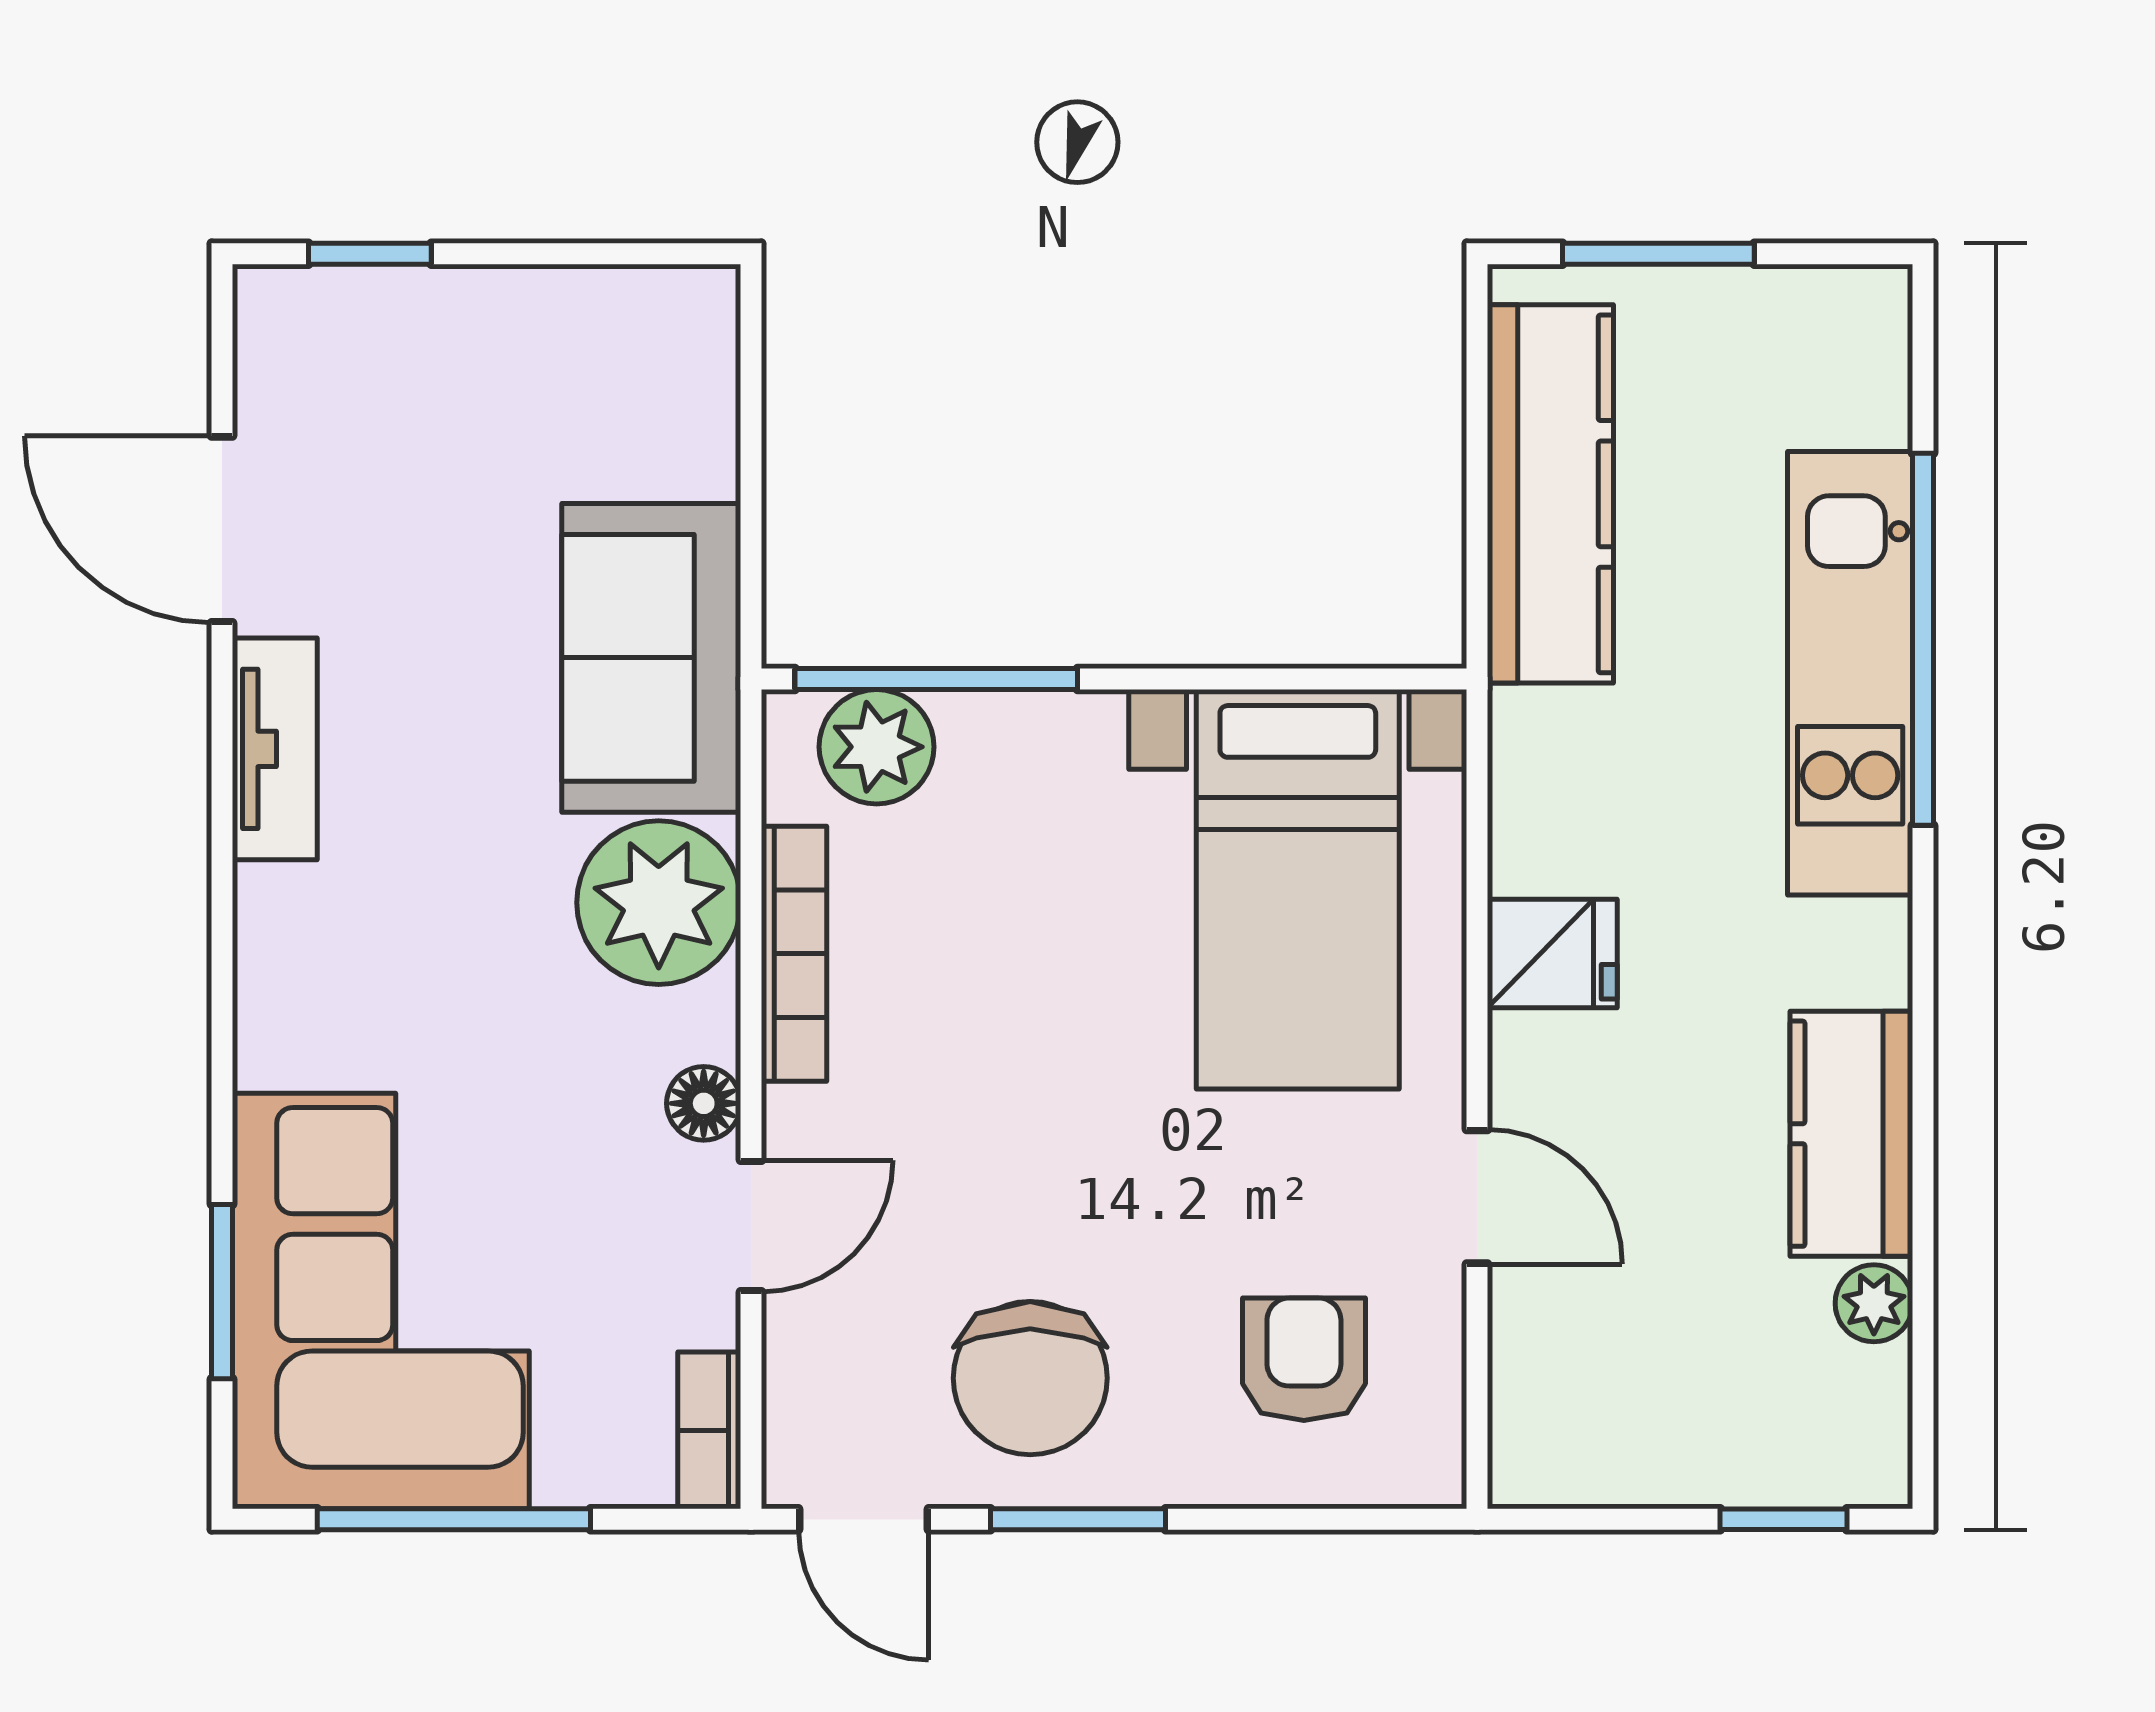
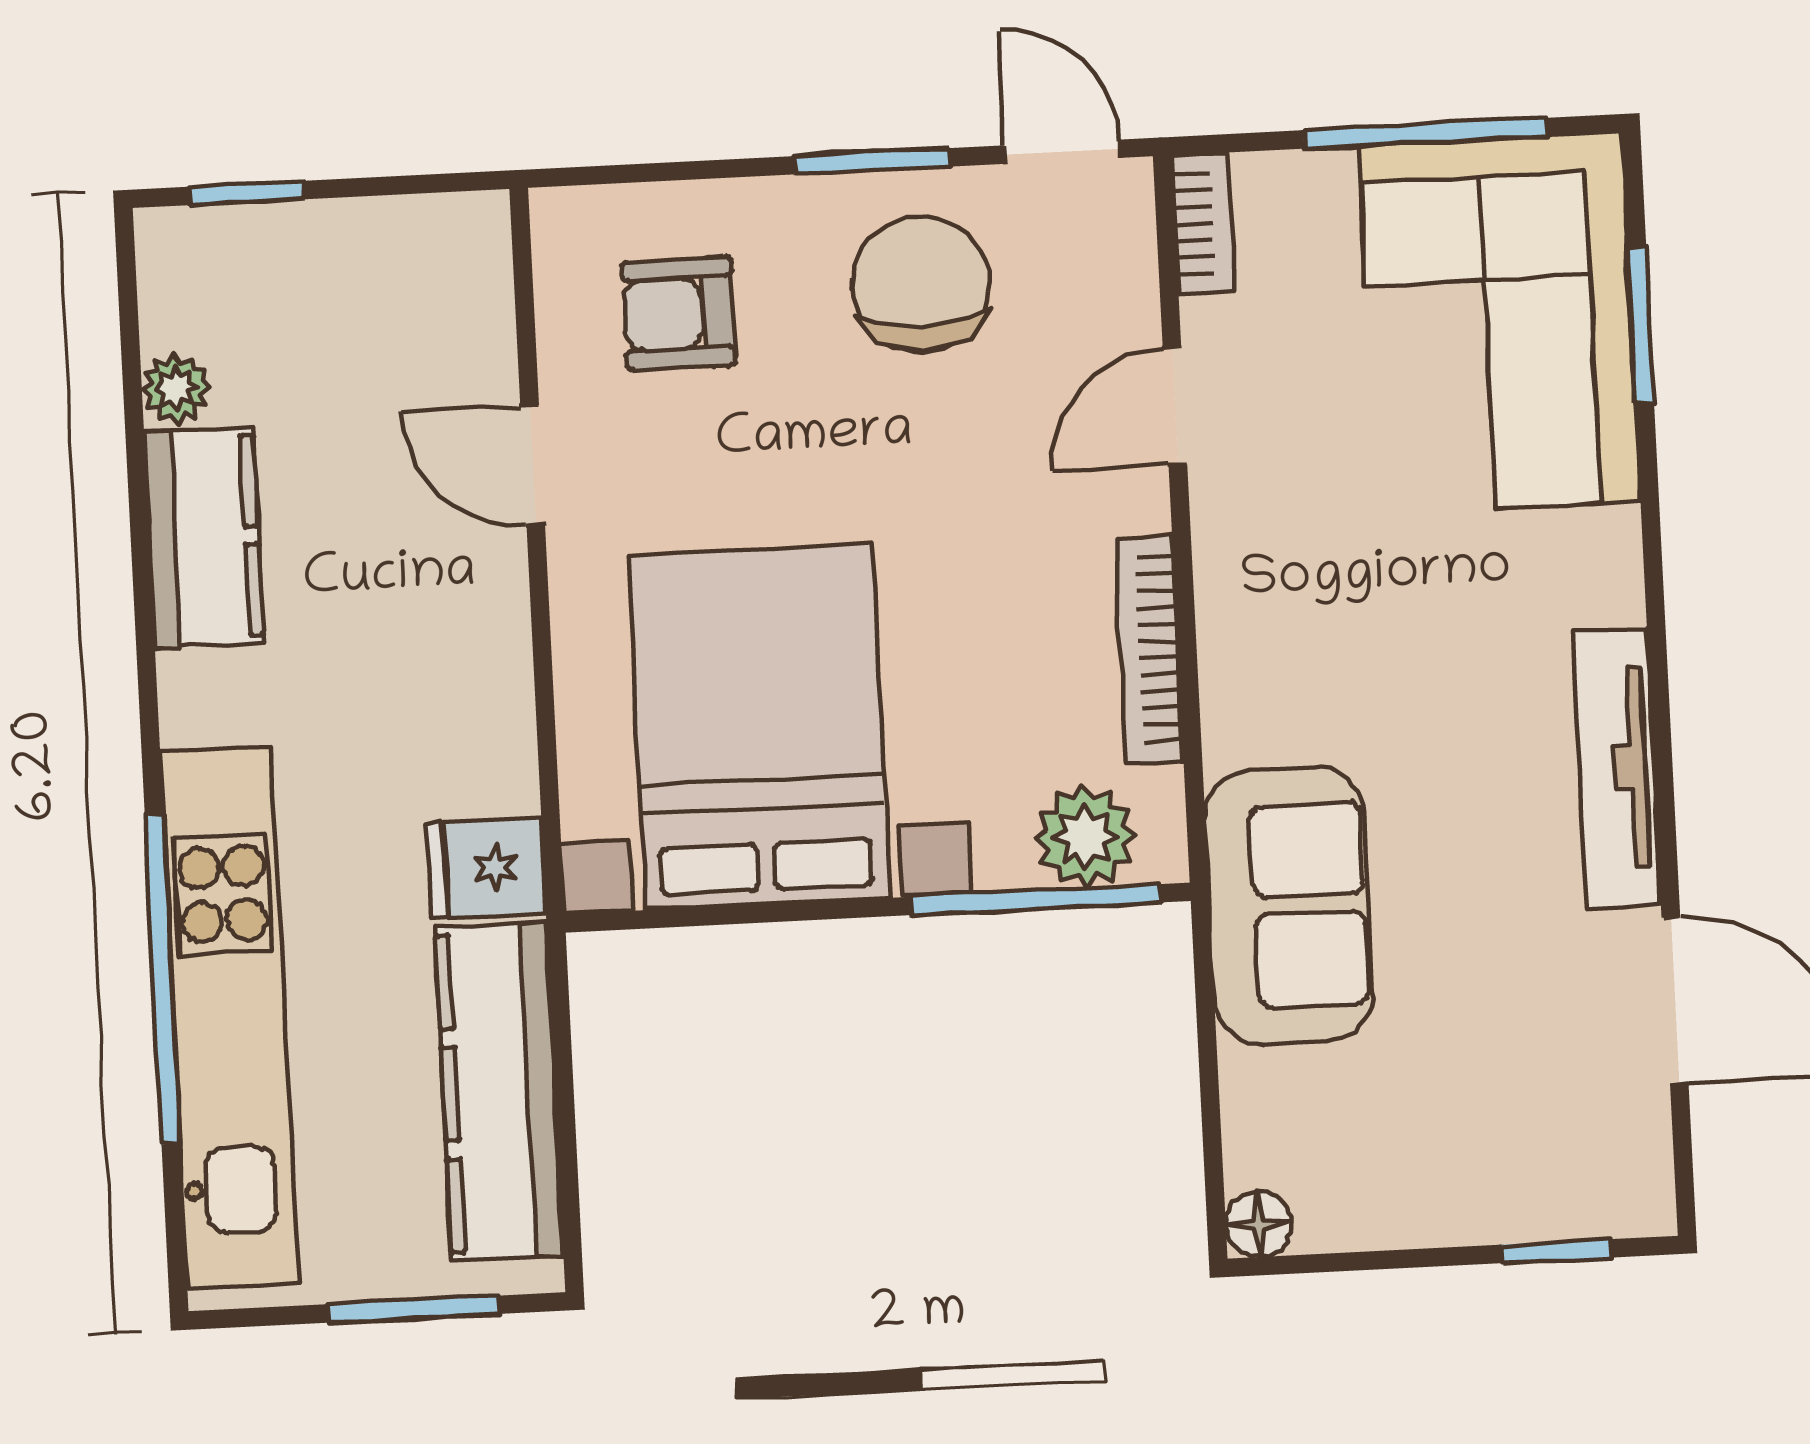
kitchen unit: (1850, 673) -> (229, 1017), width x1.36
tv unit: (275, 749) -> (1616, 768), width x1.41
bed with nightstands: (1298, 889) -> (759, 727), width x1.36
plant: (659, 903) -> (1271, 689), removed
fridge: (1552, 954) -> (486, 868), moved
floor lamp: (704, 1103) -> (1258, 1224), moved
armchair: (1304, 1359) -> (679, 313), turned 90

